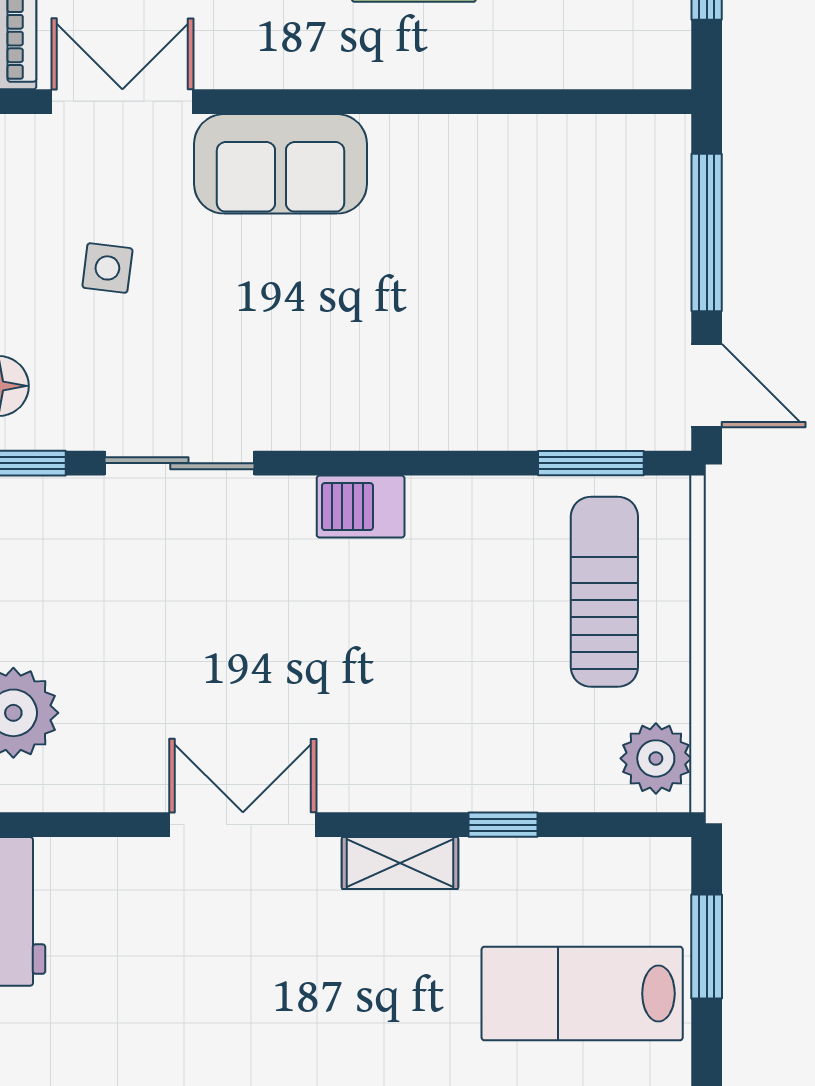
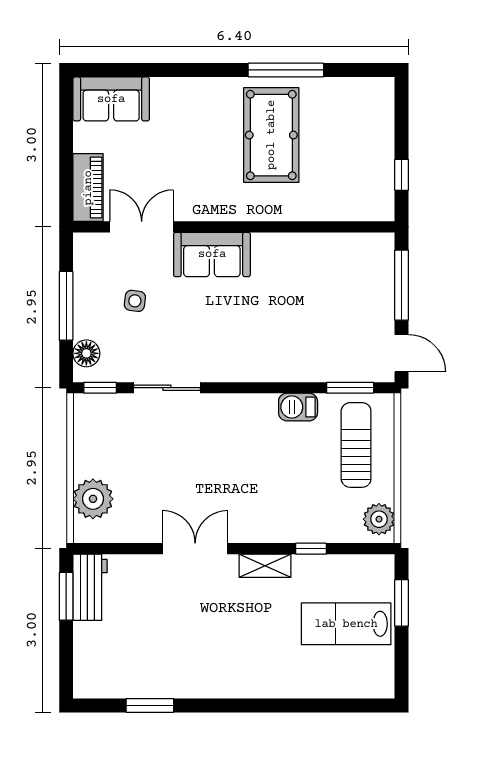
barbecue: (361, 507) -> (298, 407), moved

